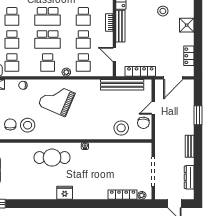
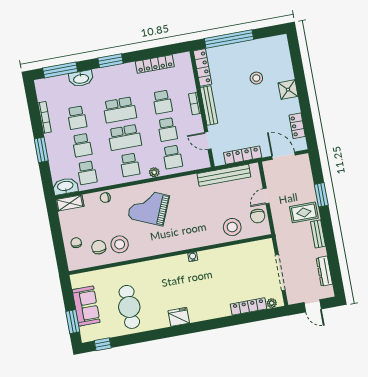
door: (173, 78) -> (283, 156), swing flipped
rug: (181, 127) -> (304, 212), added
cafe table: (52, 158) -> (129, 307), moved, turned 90

